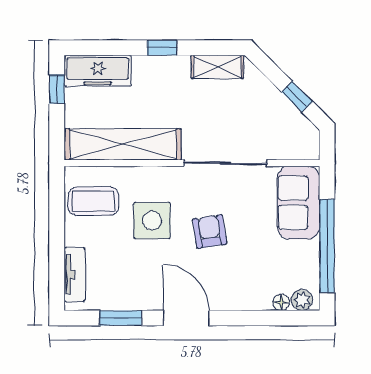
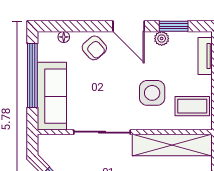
sofa: (298, 203) -> (52, 96), width x1.36
armchair: (210, 231) -> (94, 48), moved, turned -33
plant: (302, 300) -> (162, 39), moved

